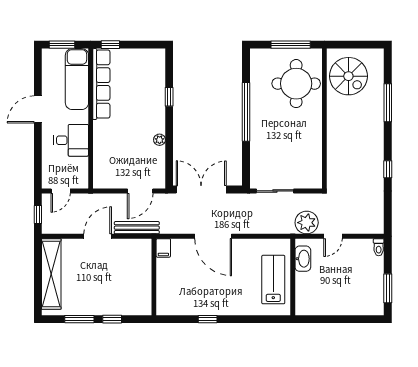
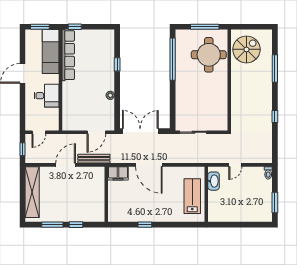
spiral stairs: (348, 76) -> (246, 49), turned -90
window: (246, 112) -> (173, 59), moved
plant: (307, 223) -> (216, 155), removed
filing cabinet: (163, 248) -> (118, 173), width x2.00

